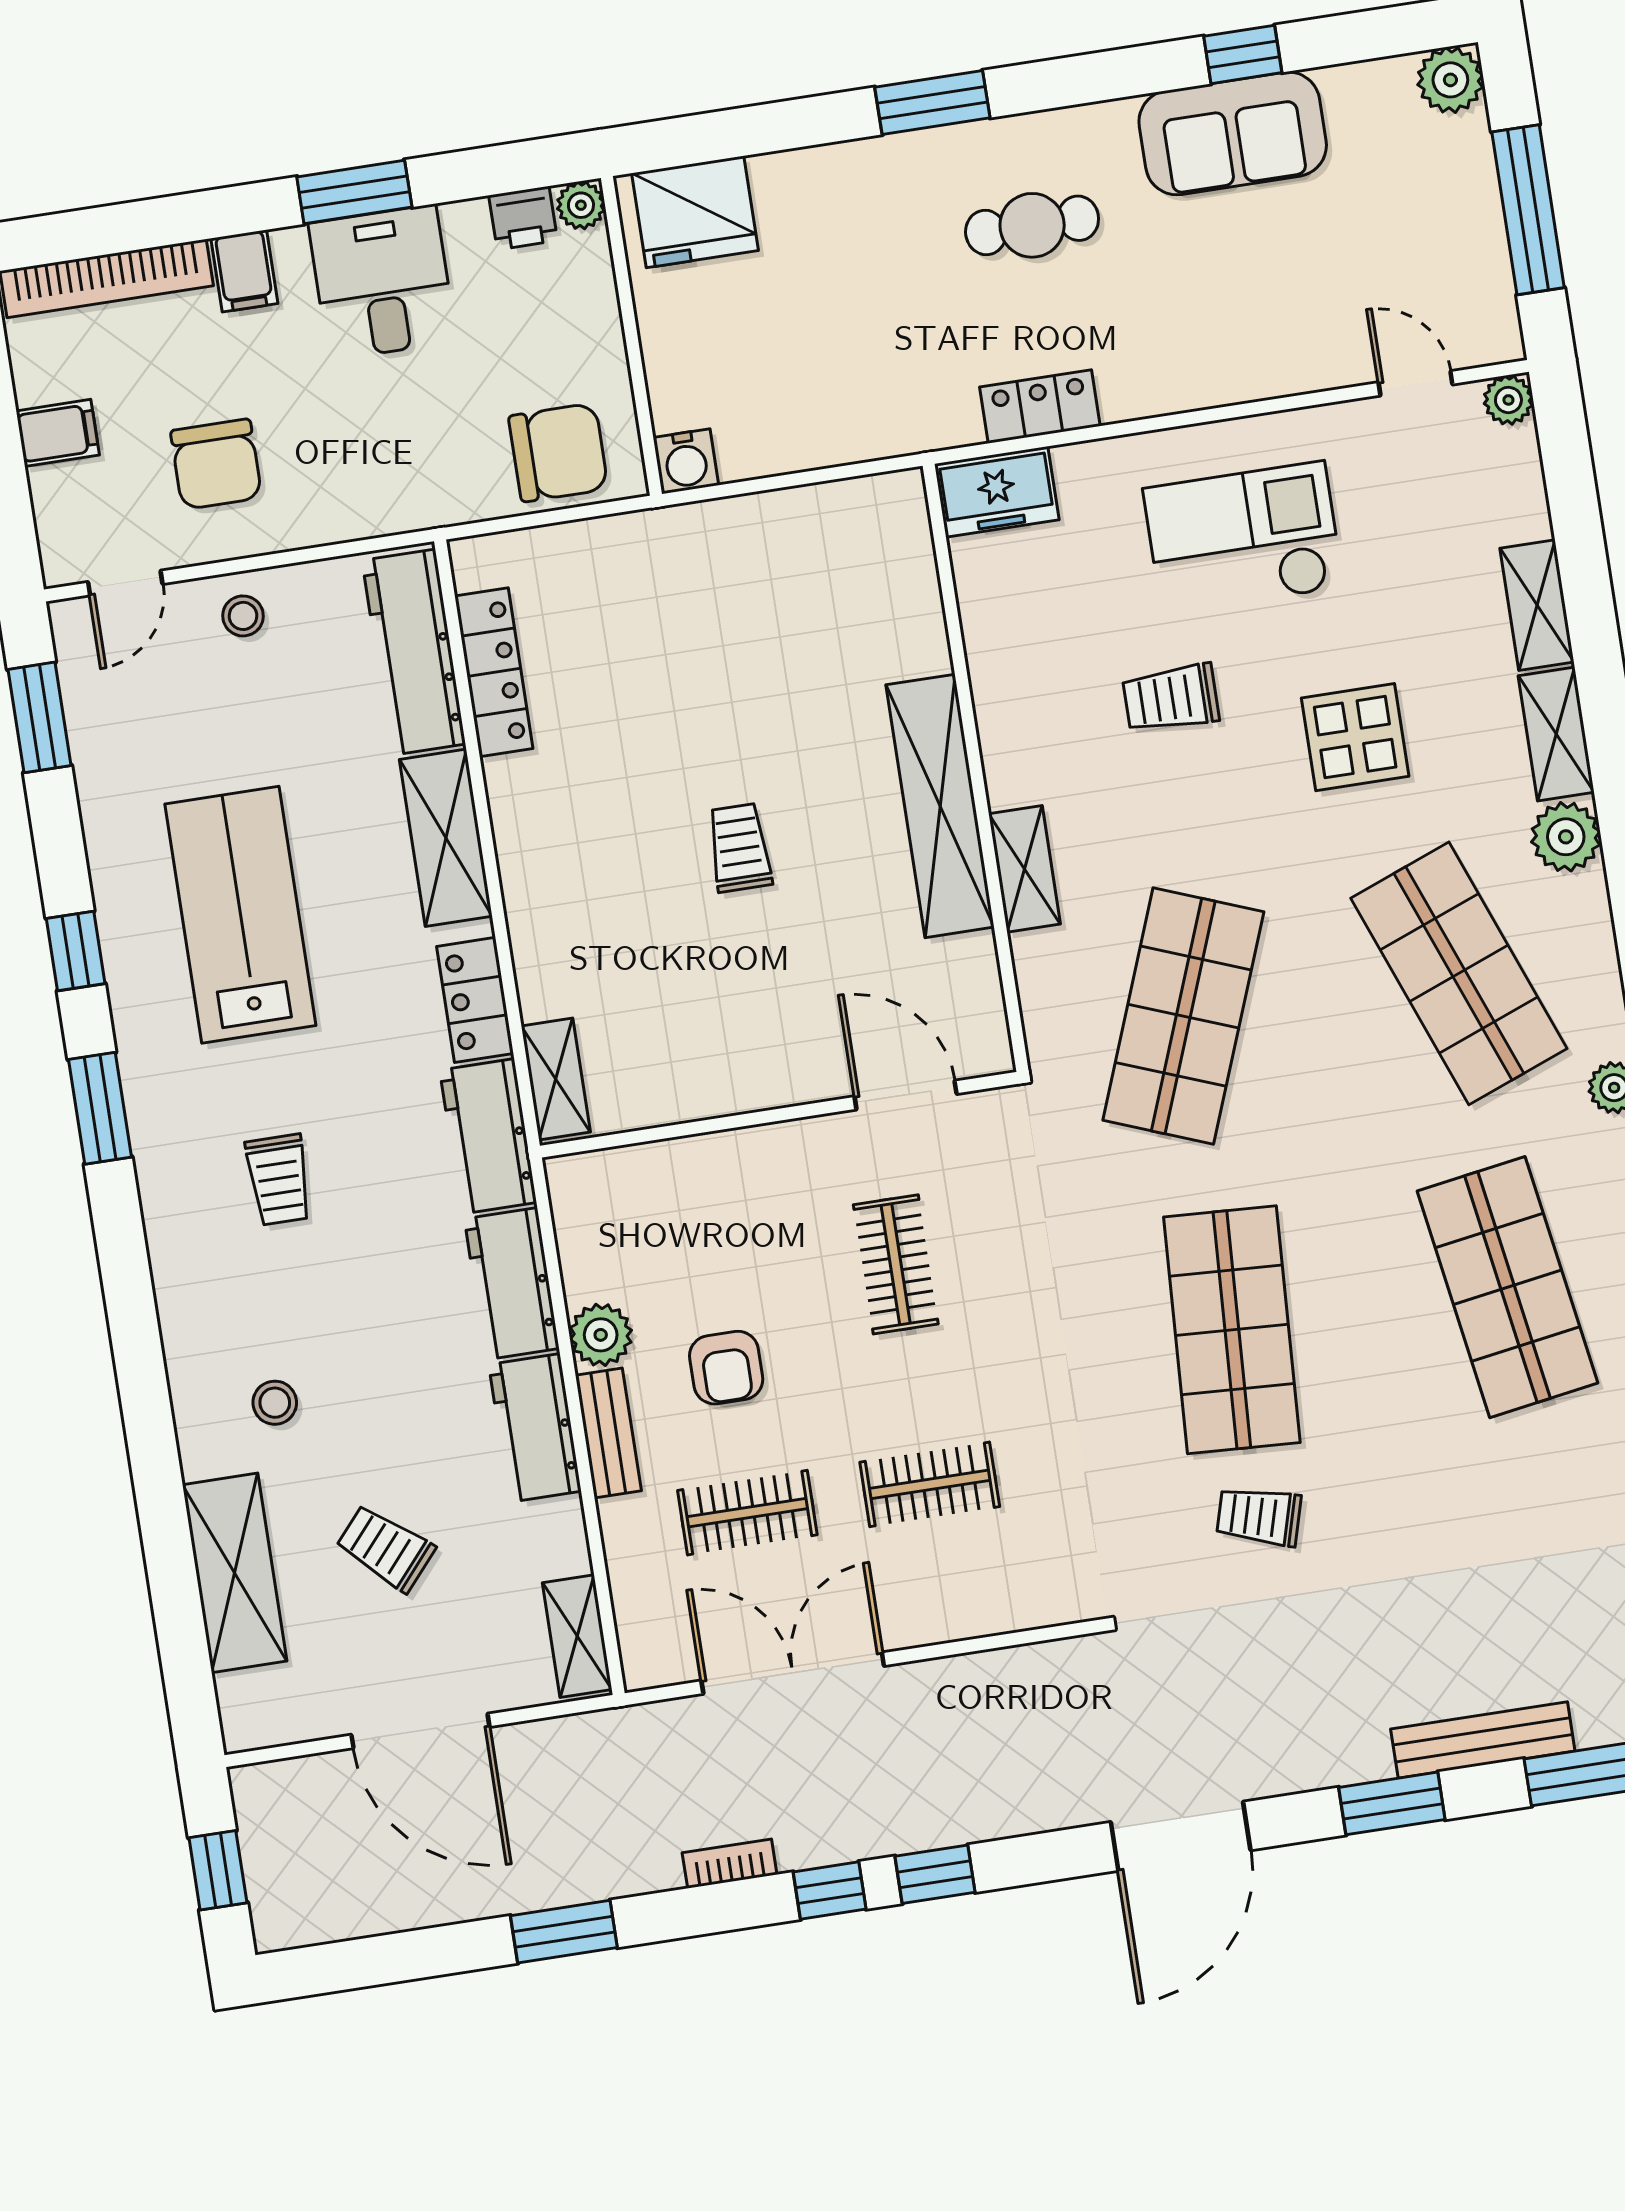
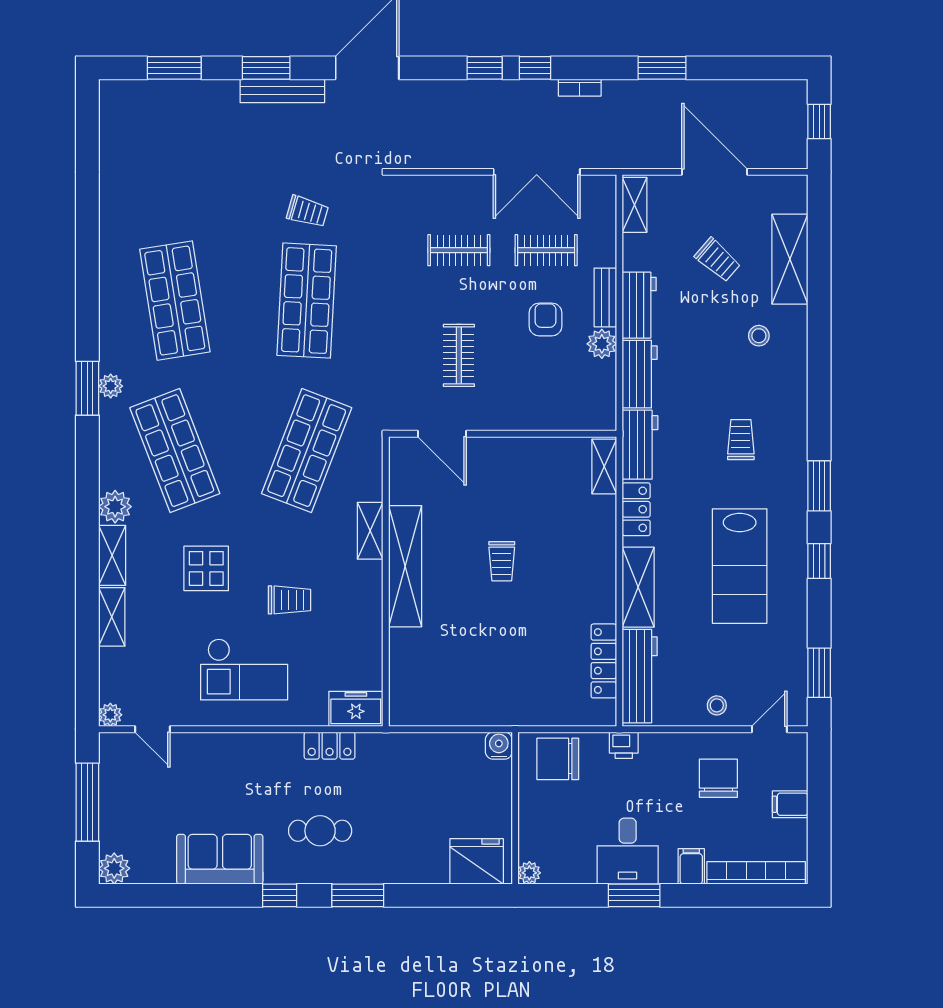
window: (1243, 54) -> (280, 895), moved
printer: (523, 218) -> (624, 745), moved, turned 180
bench: (1483, 1740) -> (282, 91), moved

